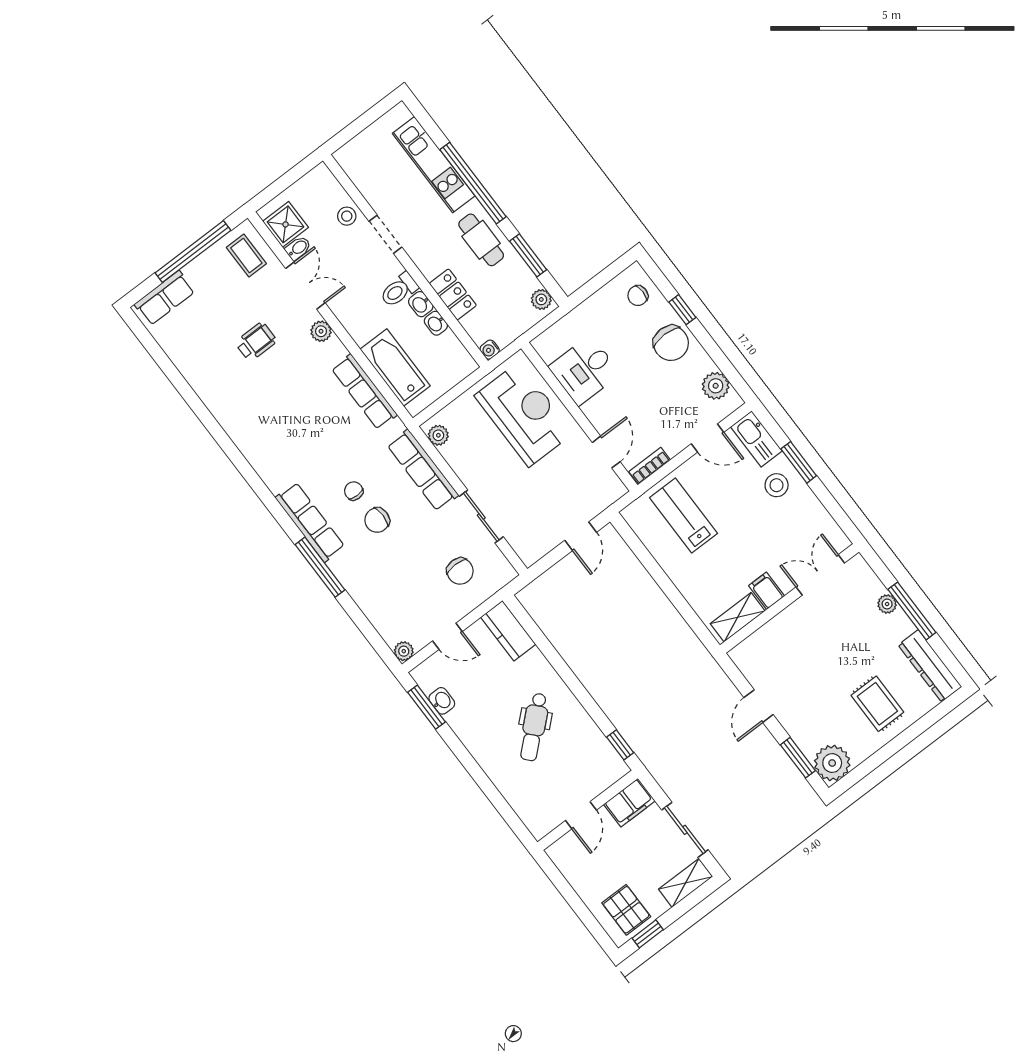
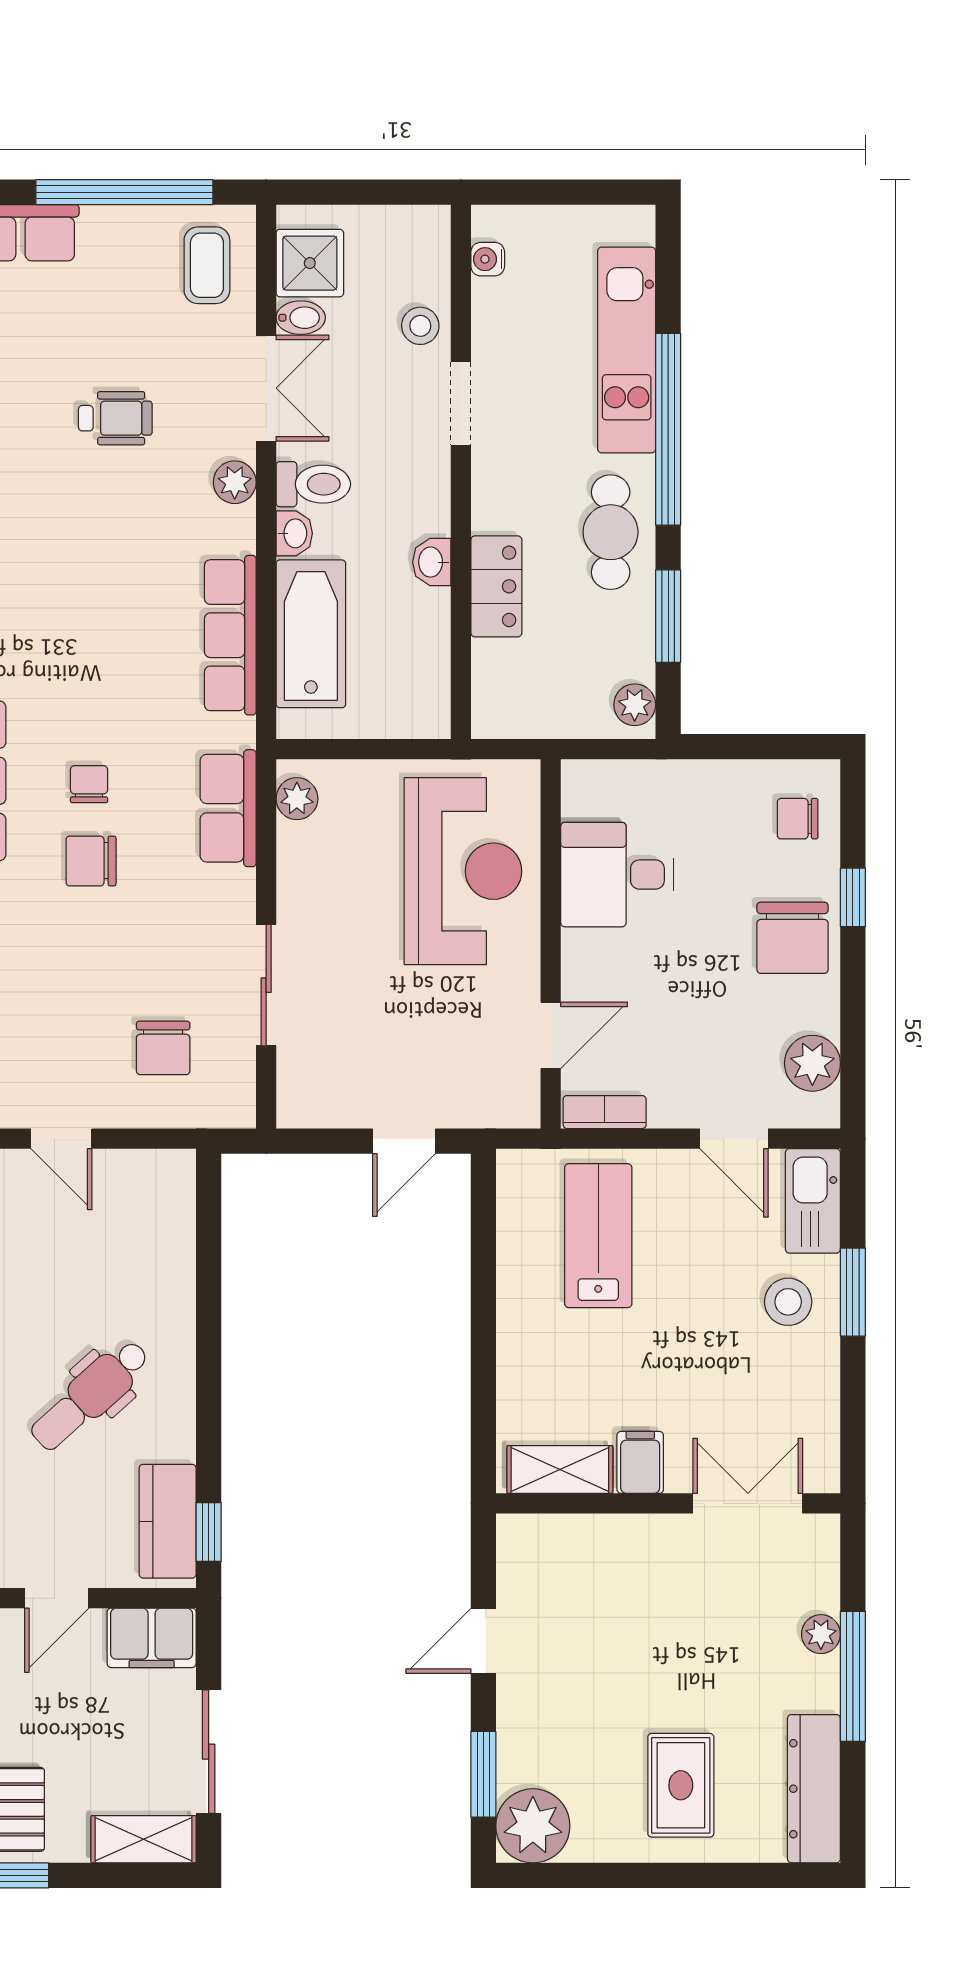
toilet: (399, 290) -> (313, 484), moved, turned 180
washbasin: (436, 323) -> (294, 533), moved, turned 180
water cooler: (490, 350) -> (488, 259), moved
row of seats: (423, 470) -> (228, 808), width x0.68
kitchen counter: (508, 631) -> (168, 1521), moved

